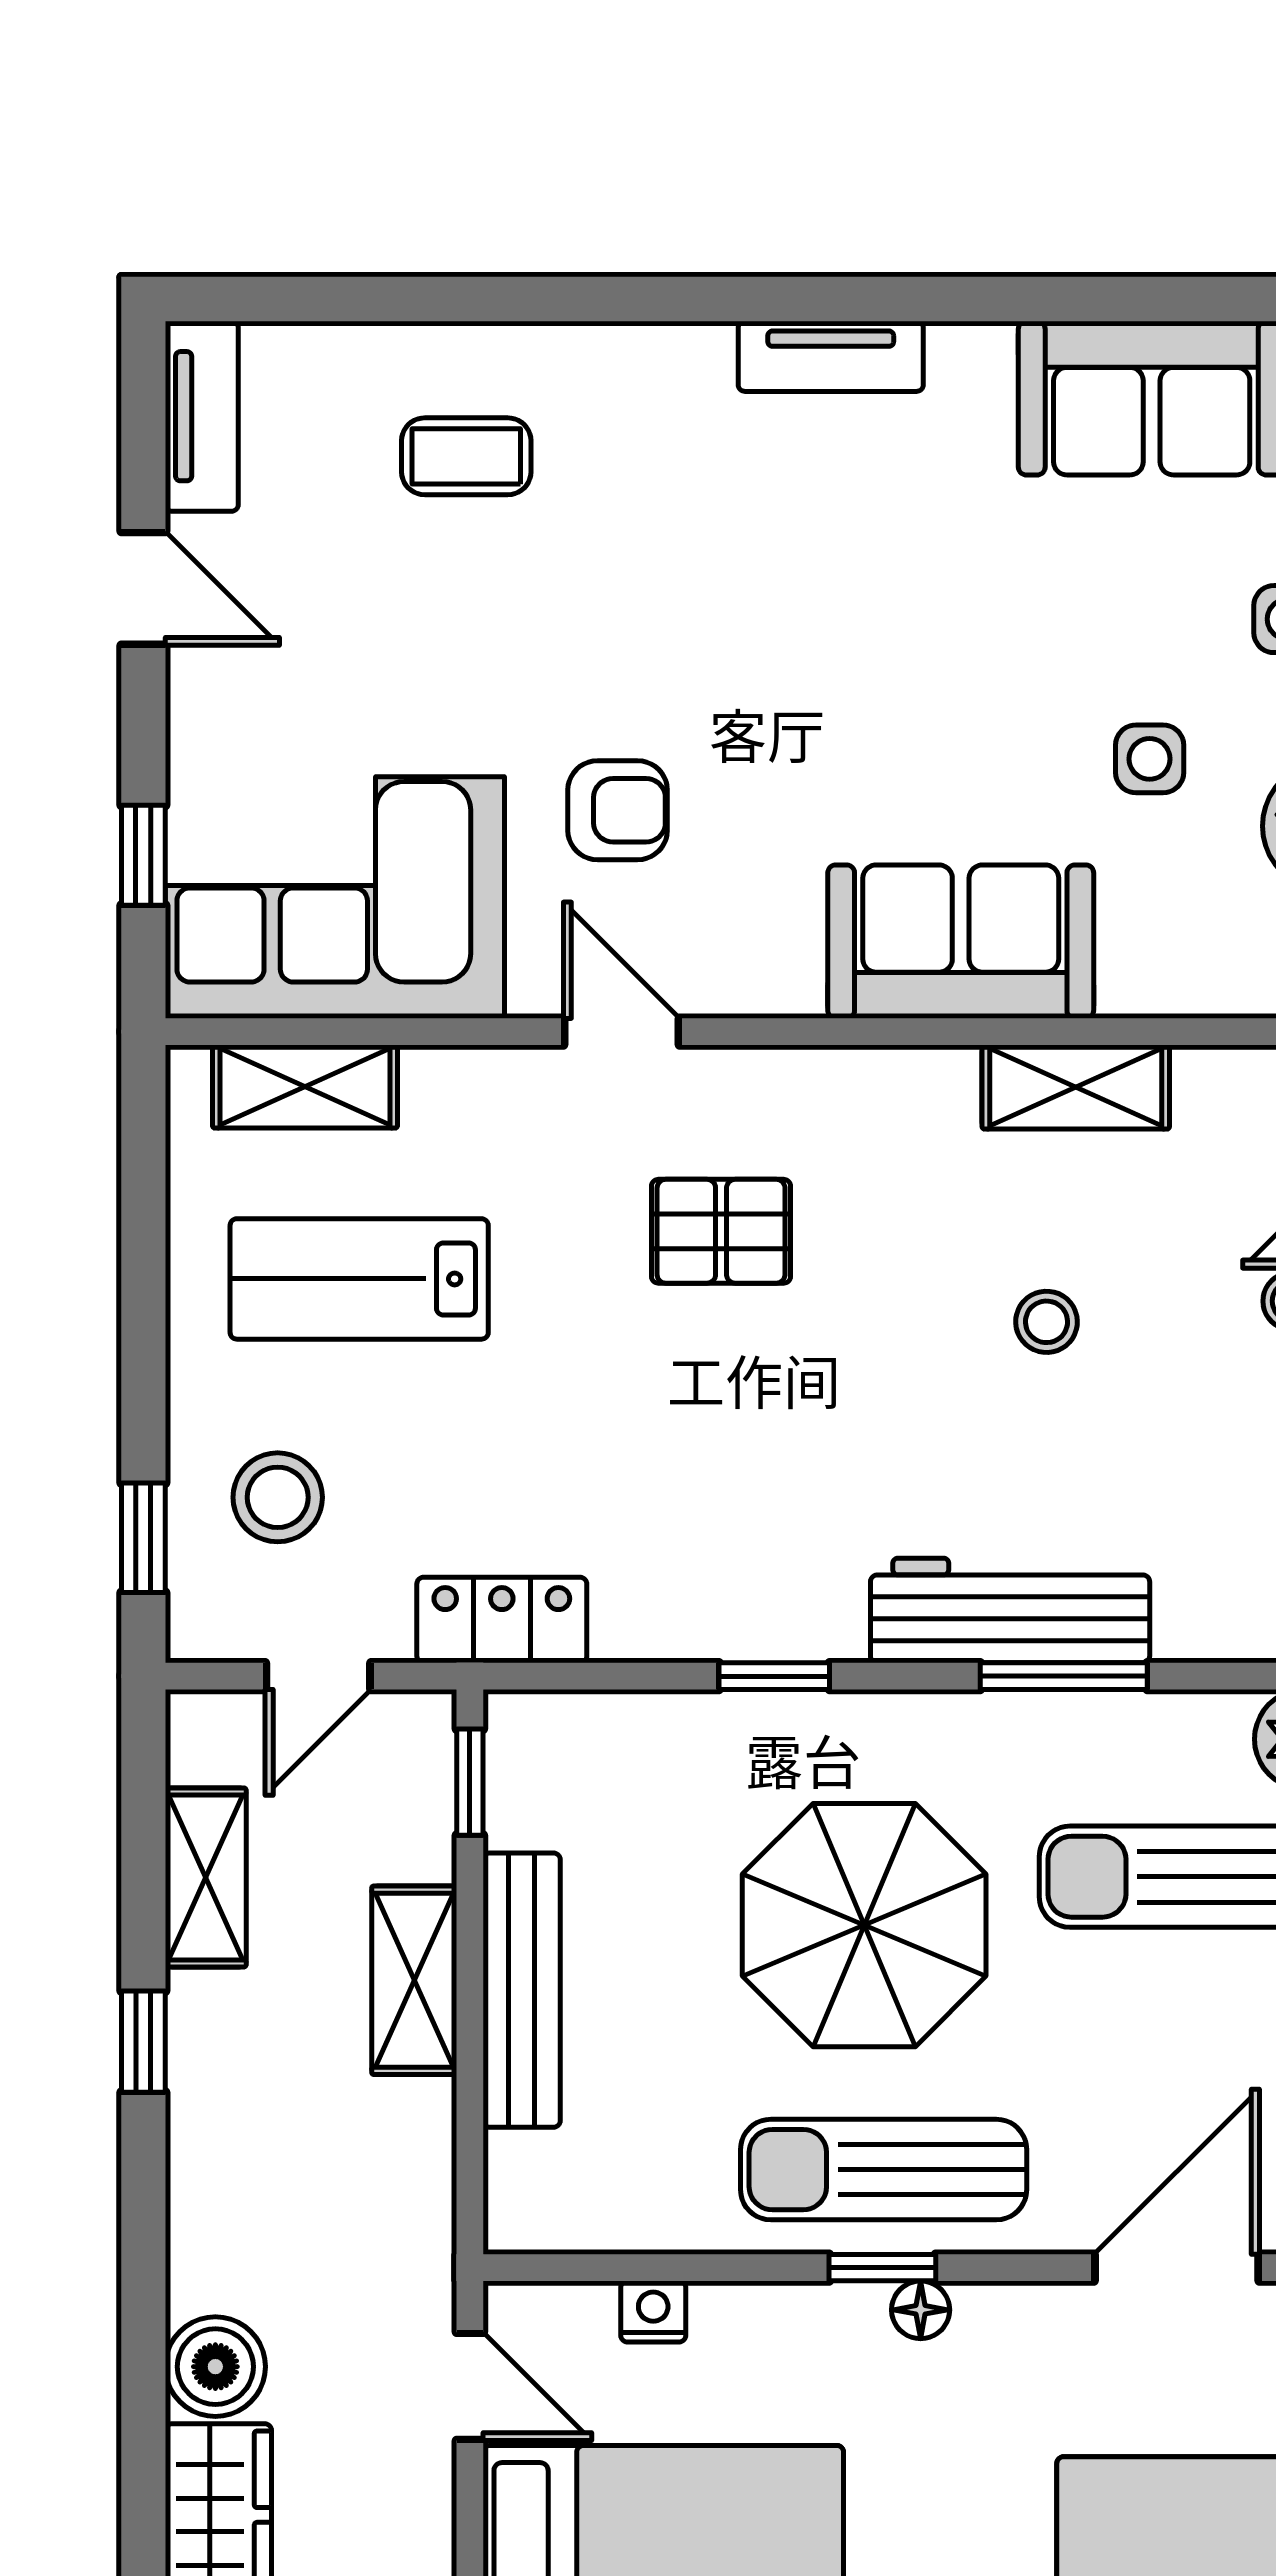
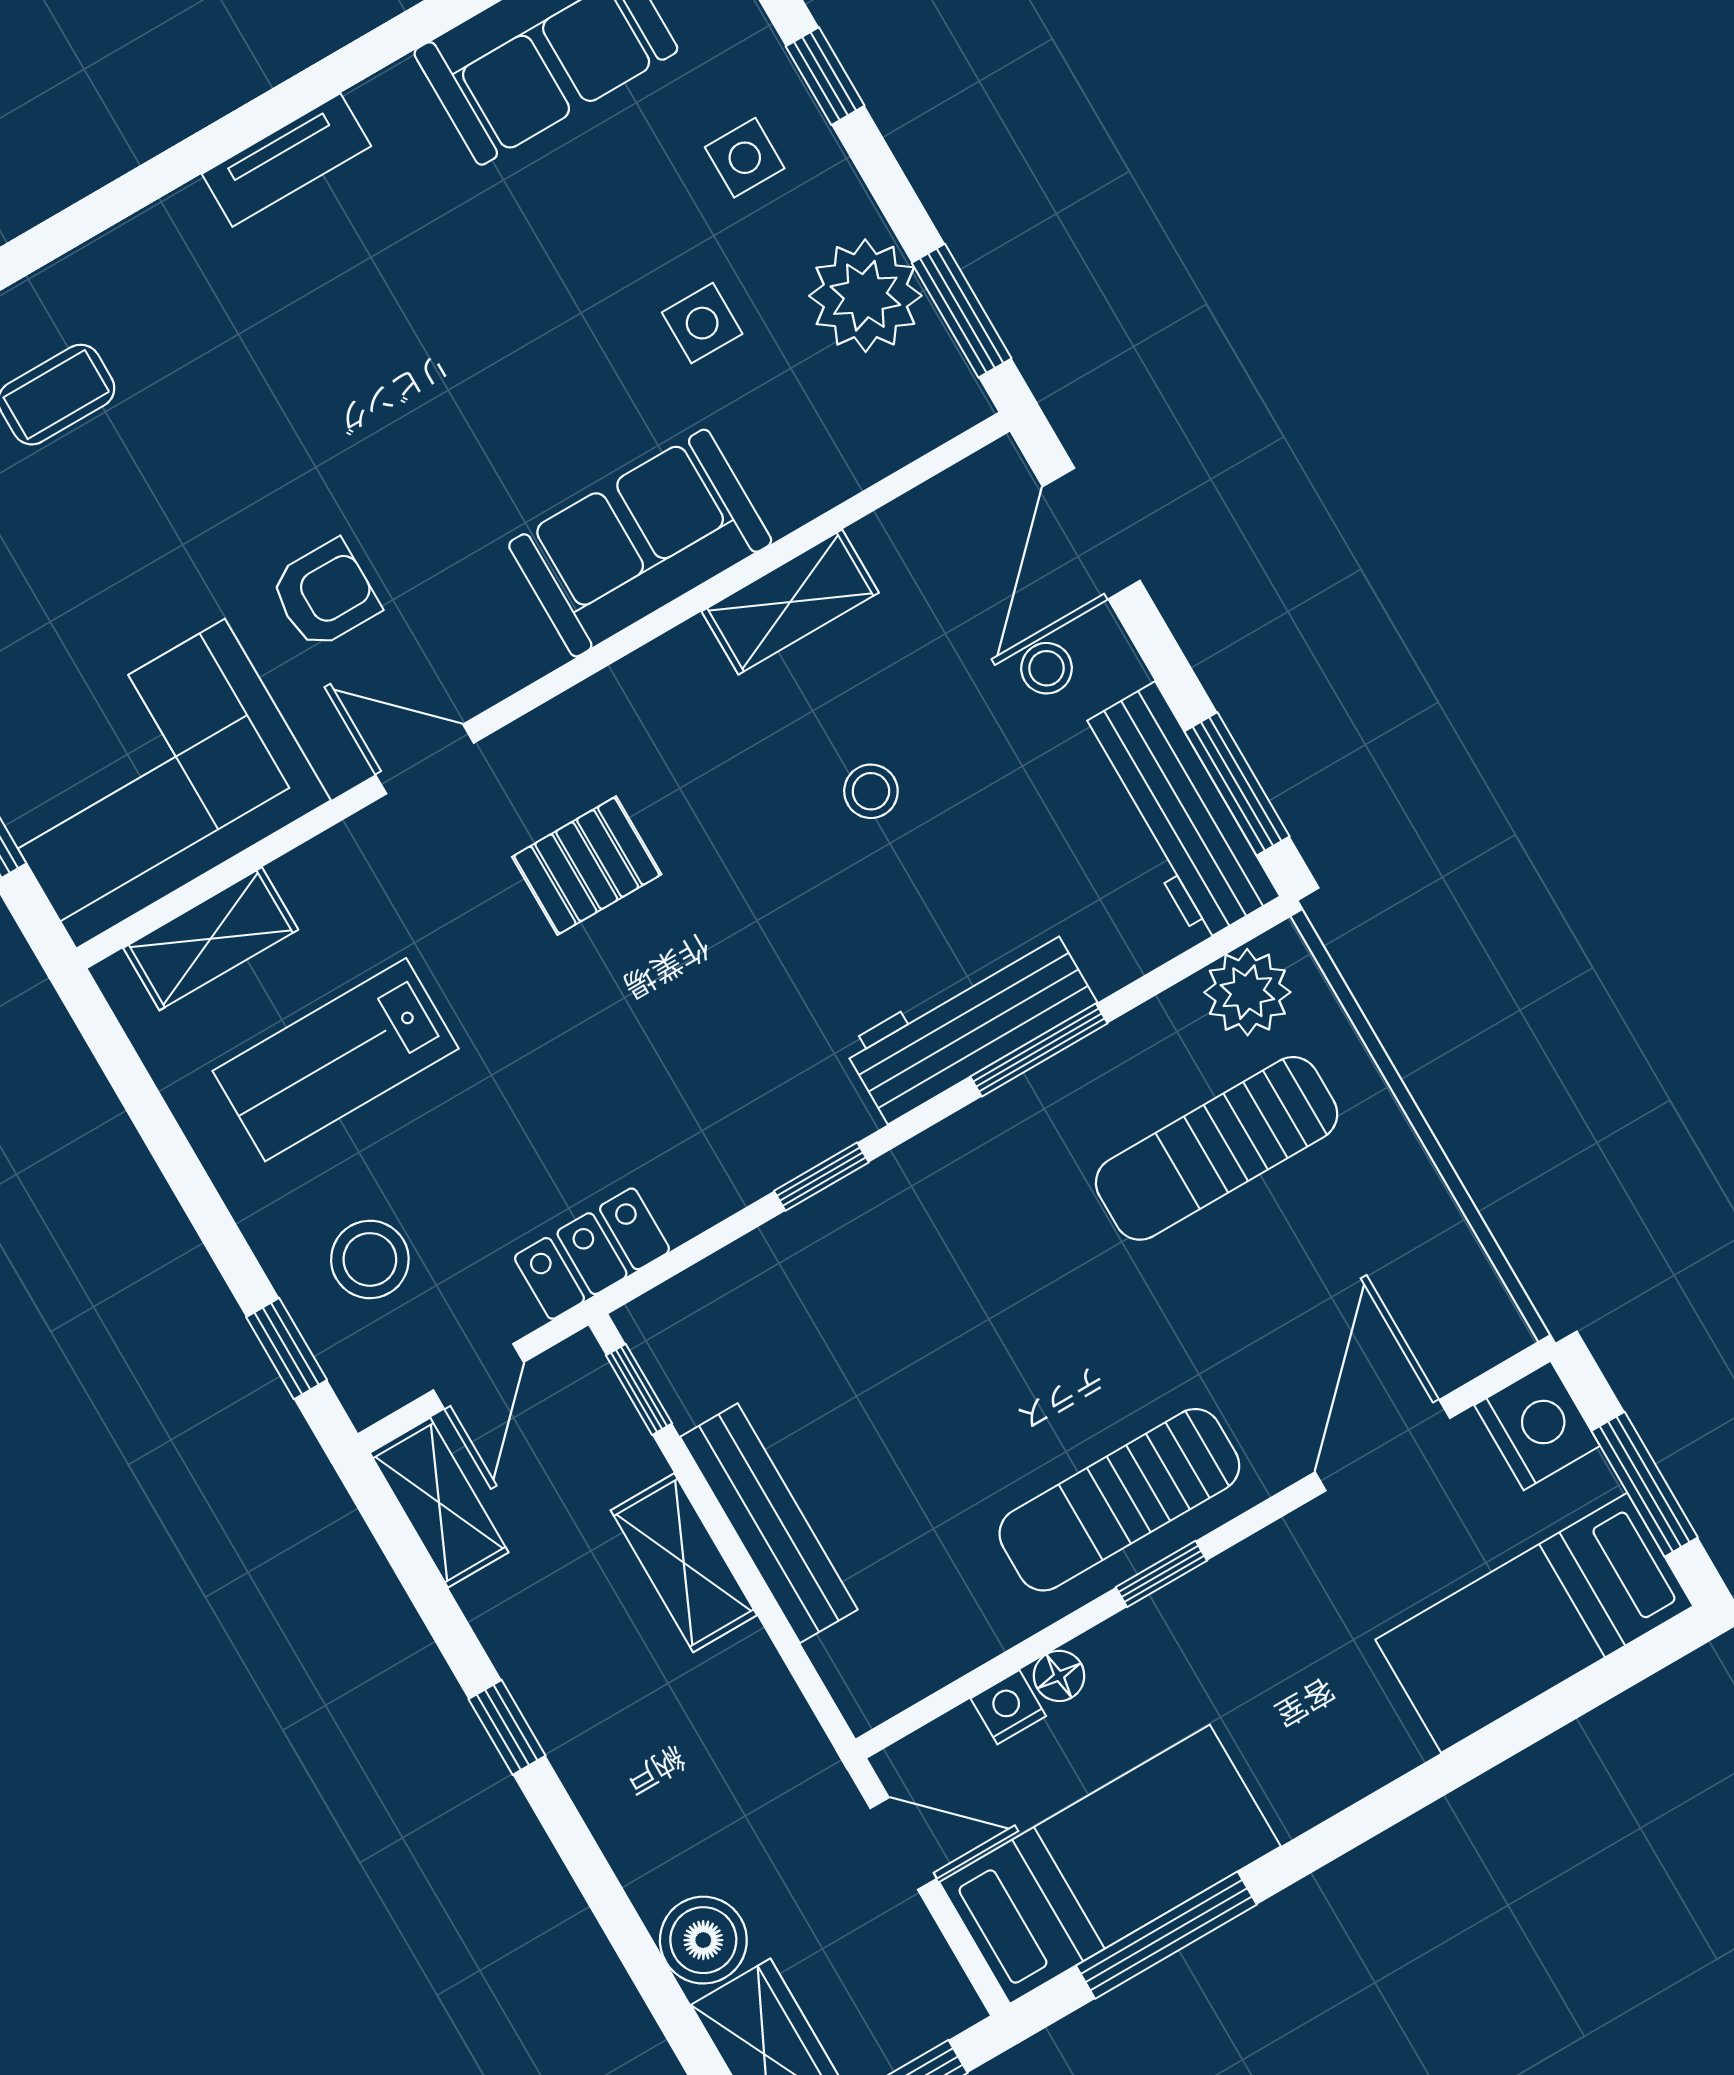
shelving: (206, 1877) -> (439, 1503), moved
parasol: (864, 1925) -> (998, 1324), removed
floor lamp: (921, 2310) -> (1059, 1676), moved

